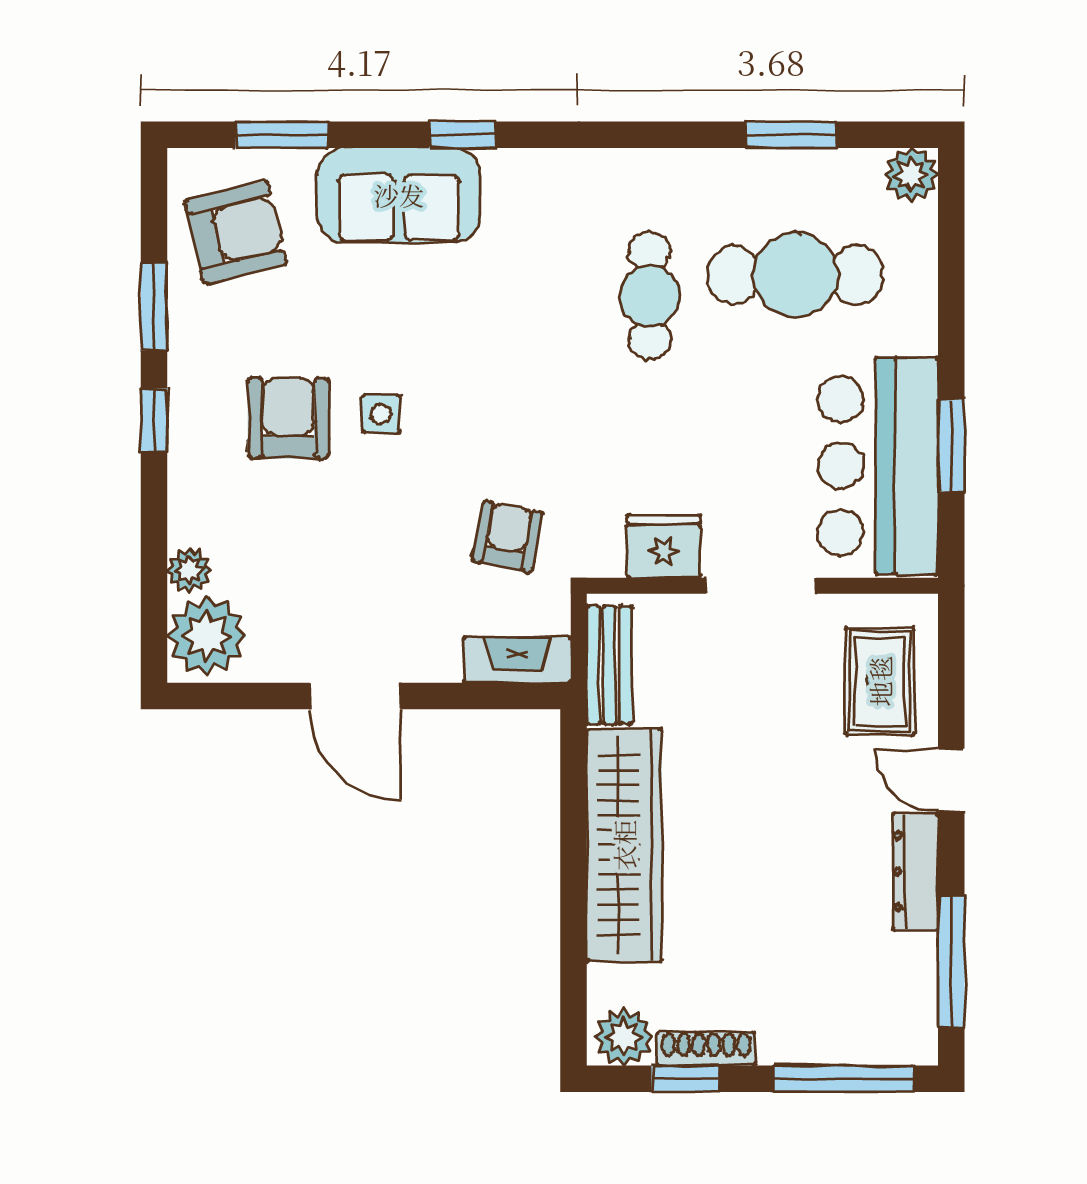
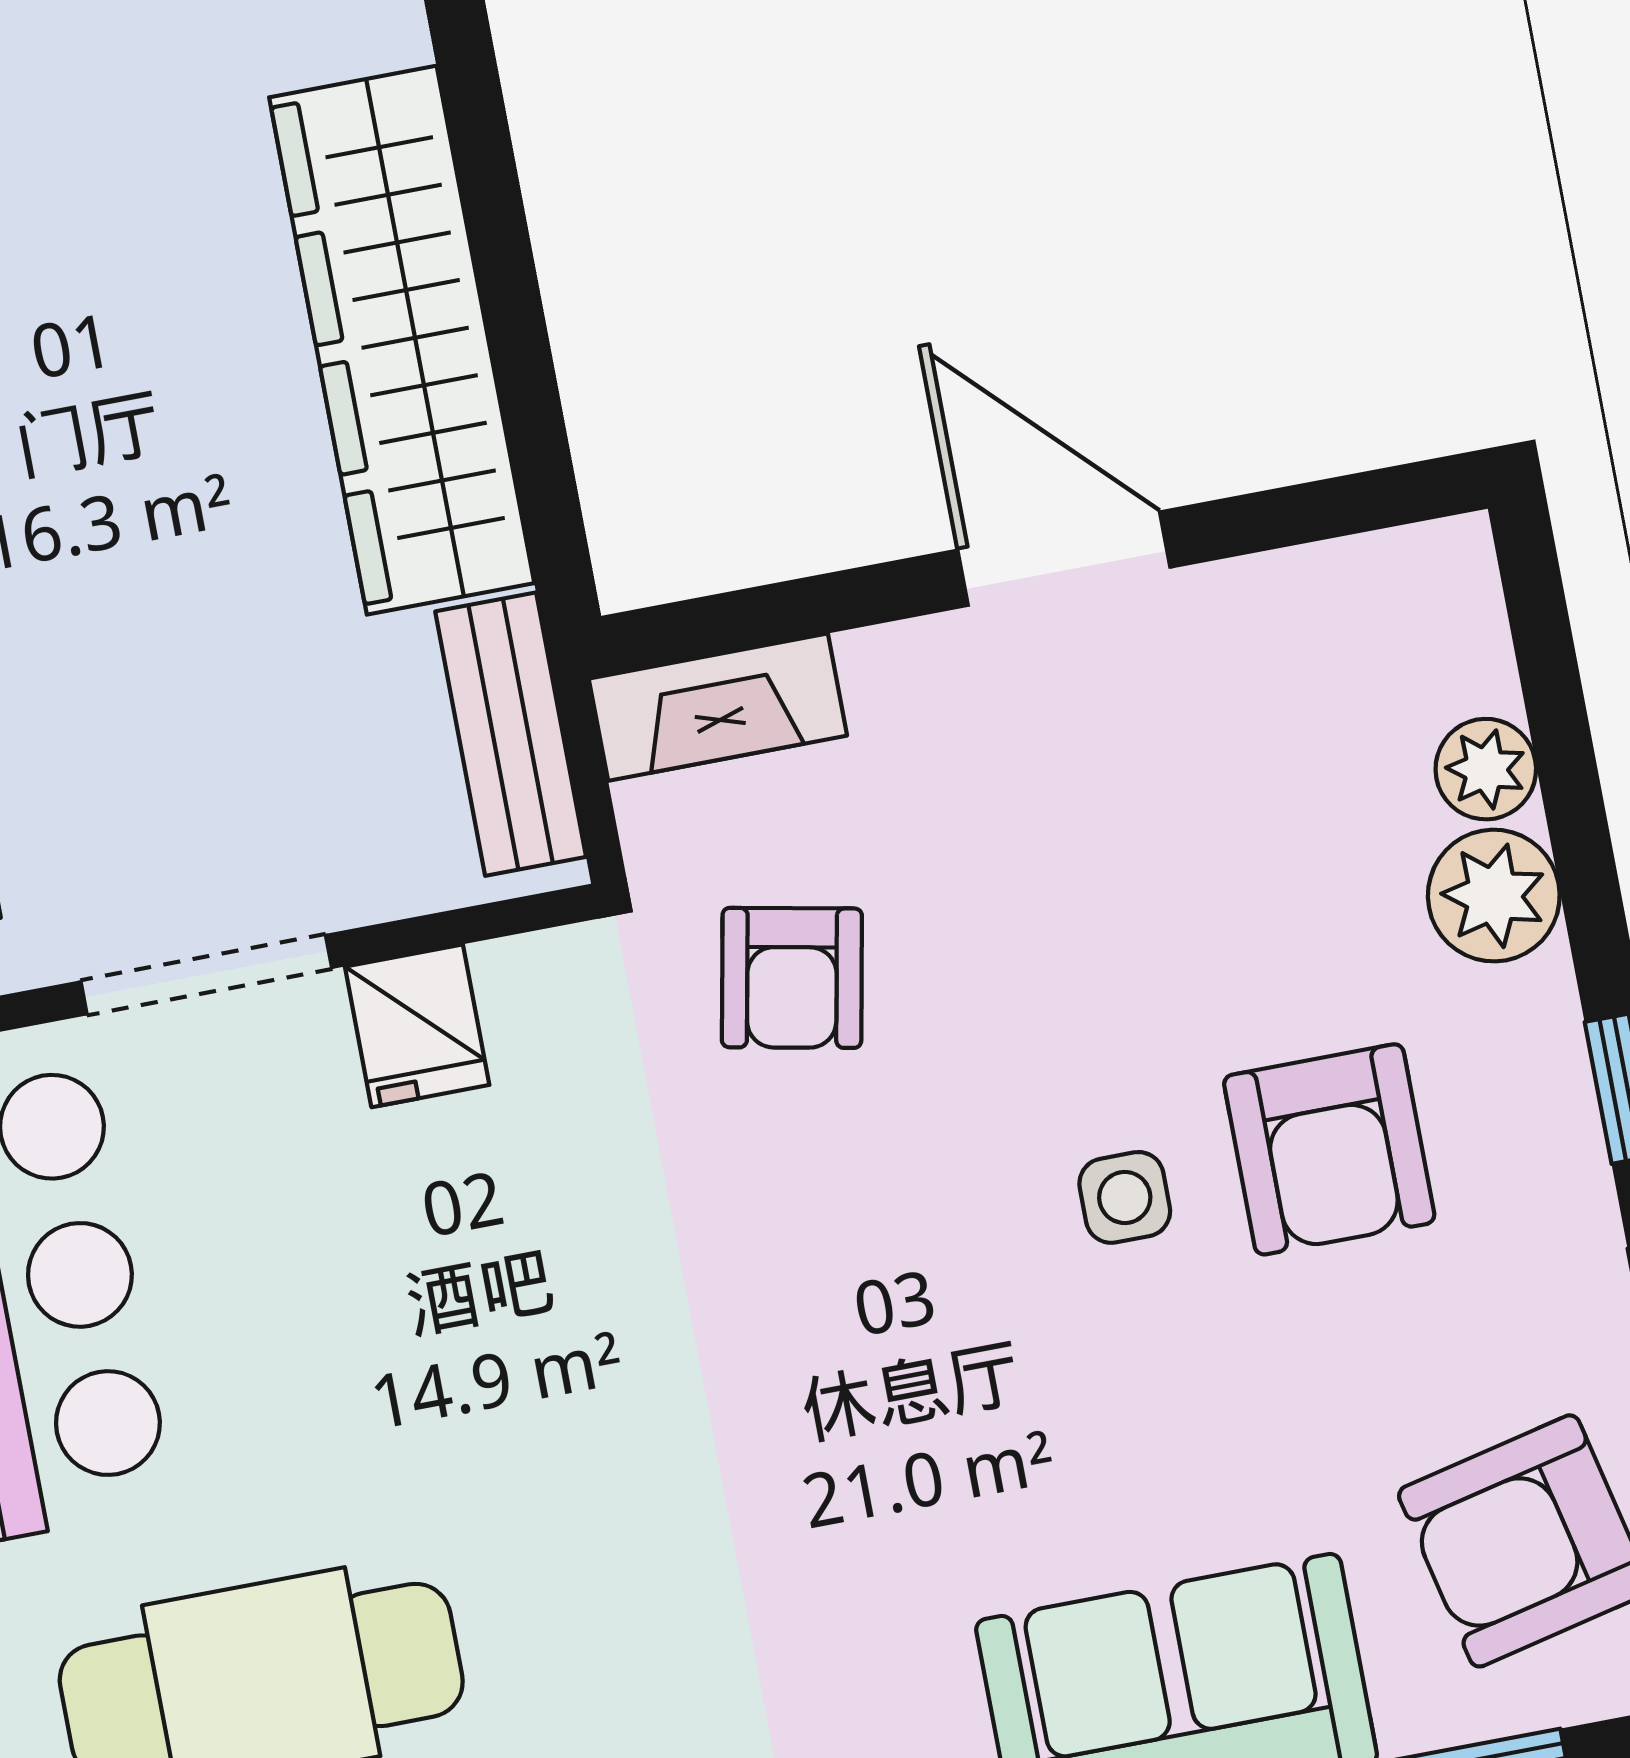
cafe table: (650, 296) -> (576, 1574), removed
fridge: (664, 546) -> (417, 1026), width x0.72
plant: (207, 636) -> (1494, 896), moved, width x0.73, depth x0.73

